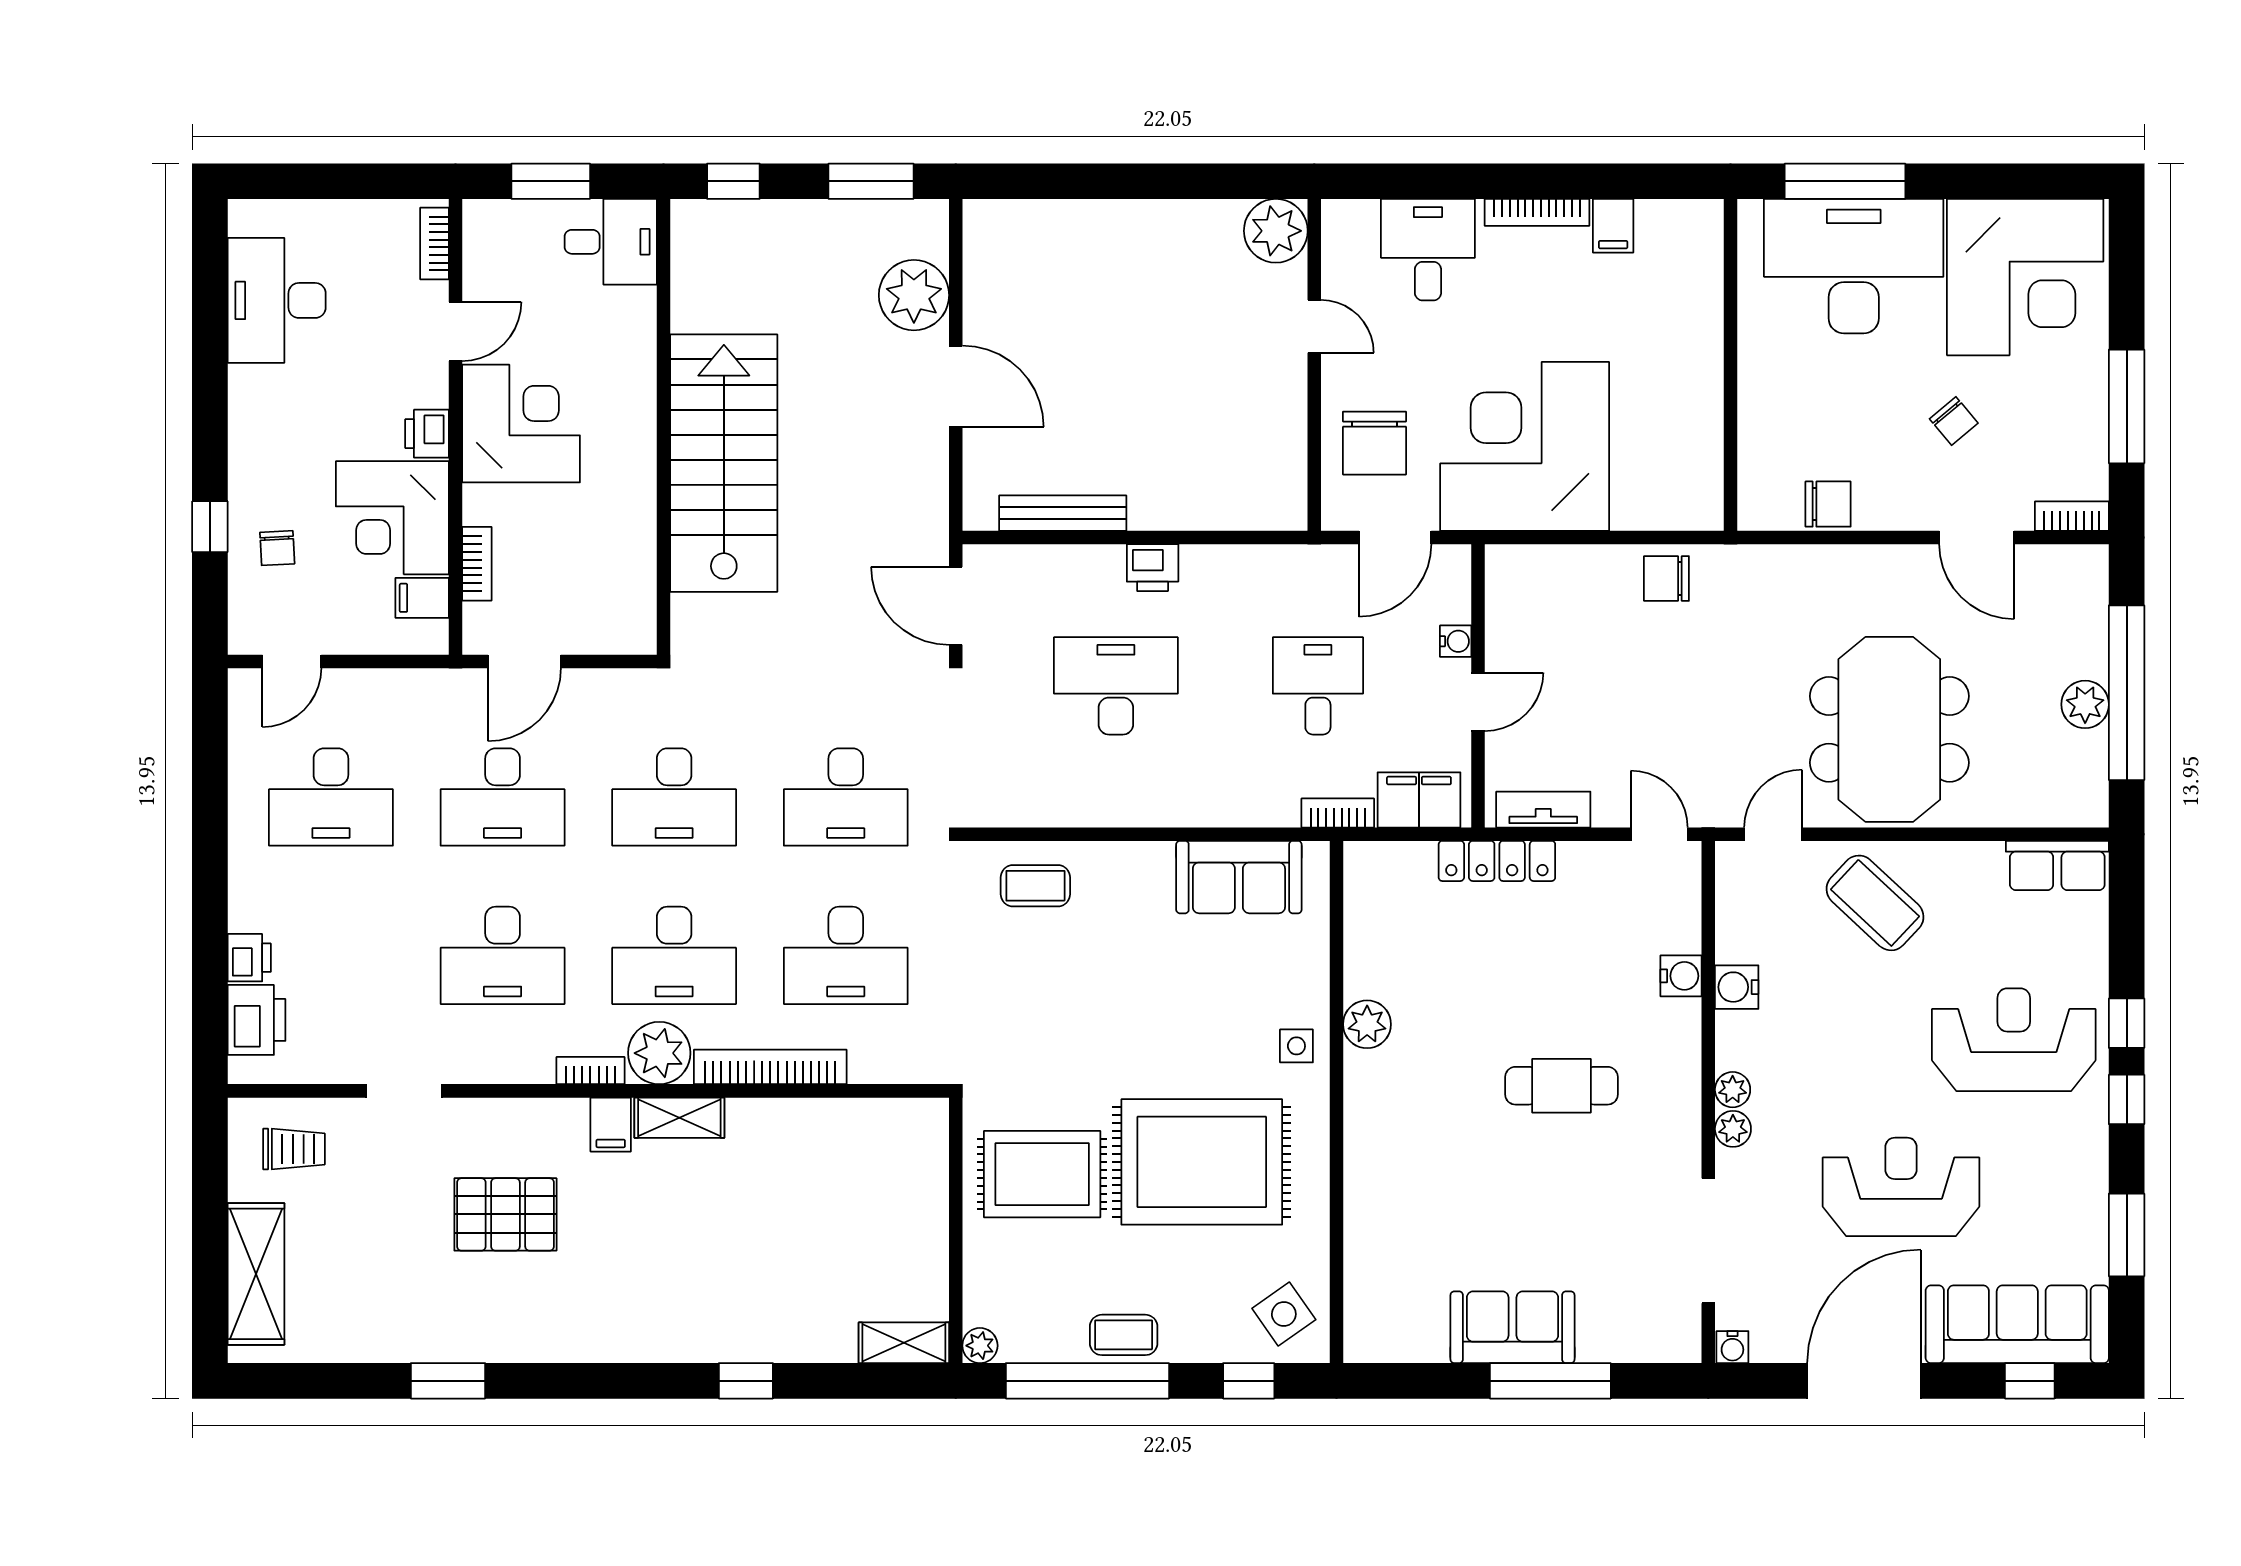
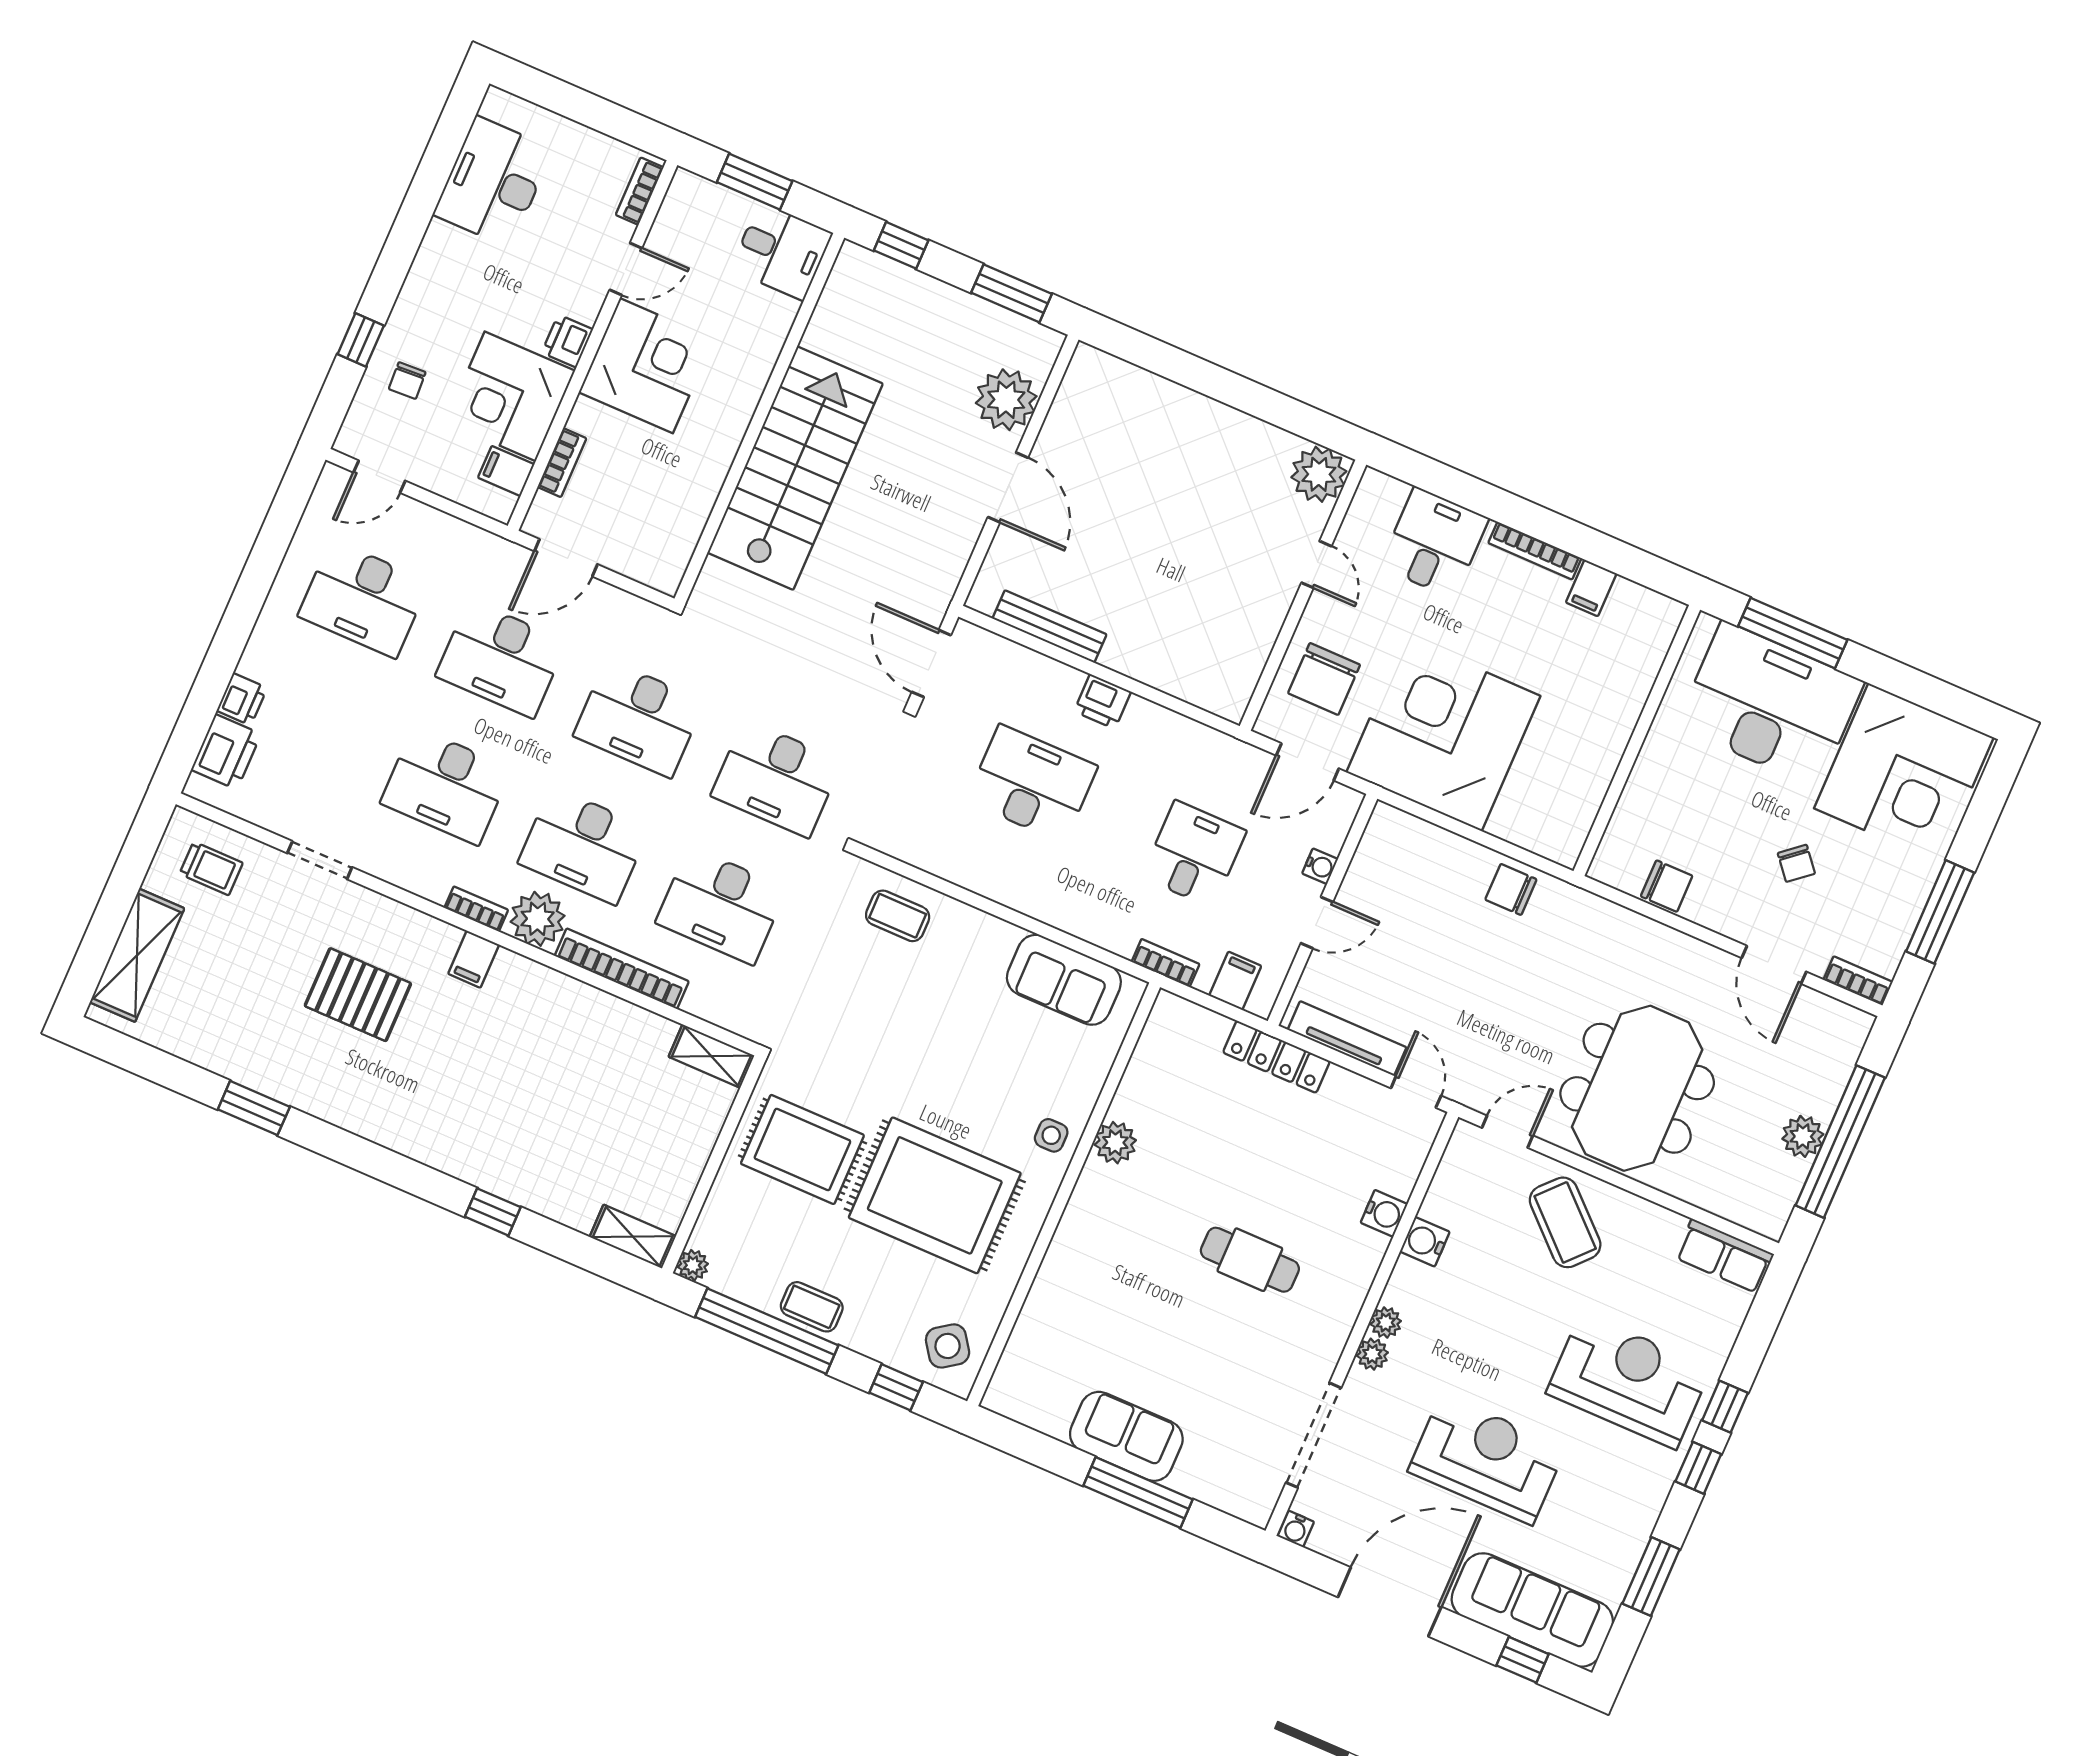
filing cabinet: (1419, 800) -> (1235, 981), width x0.50
tv unit: (1543, 810) -> (1347, 1039), width x1.41
shelving: (679, 1118) -> (711, 1056), moved

